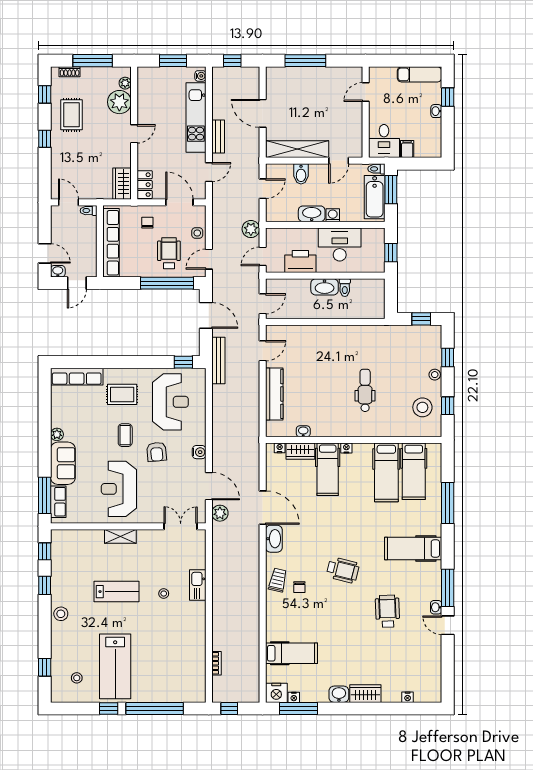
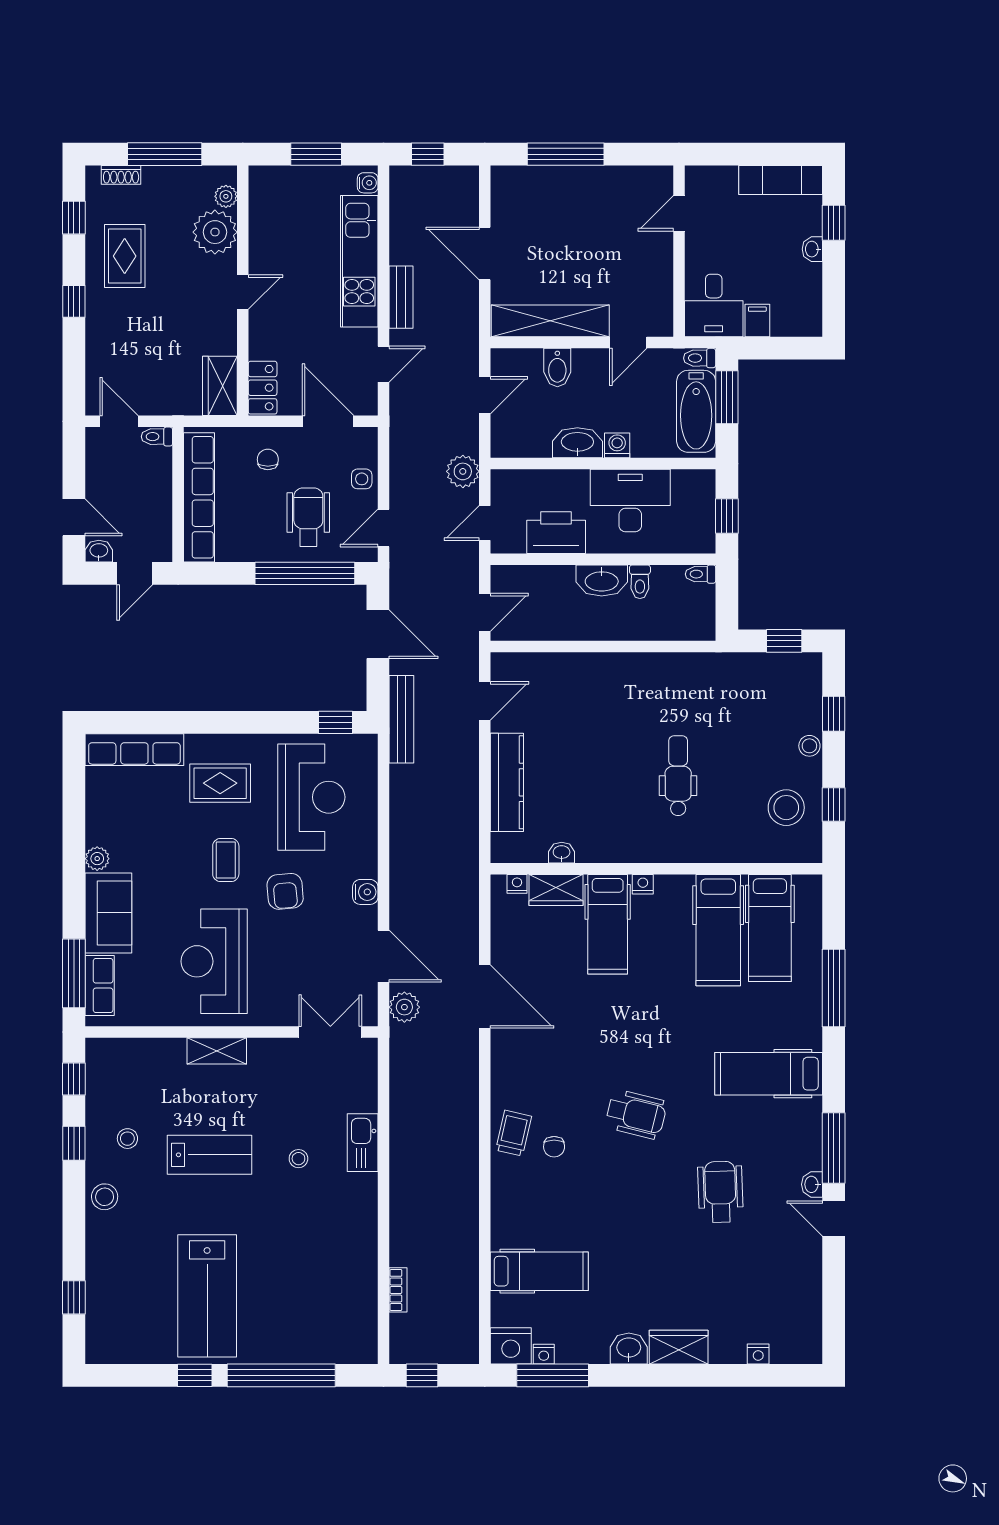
toilet: (377, 283) -> (701, 574), added
washbasin: (274, 539) -> (506, 1055), removed
stool: (77, 678) -> (127, 1139), moved

